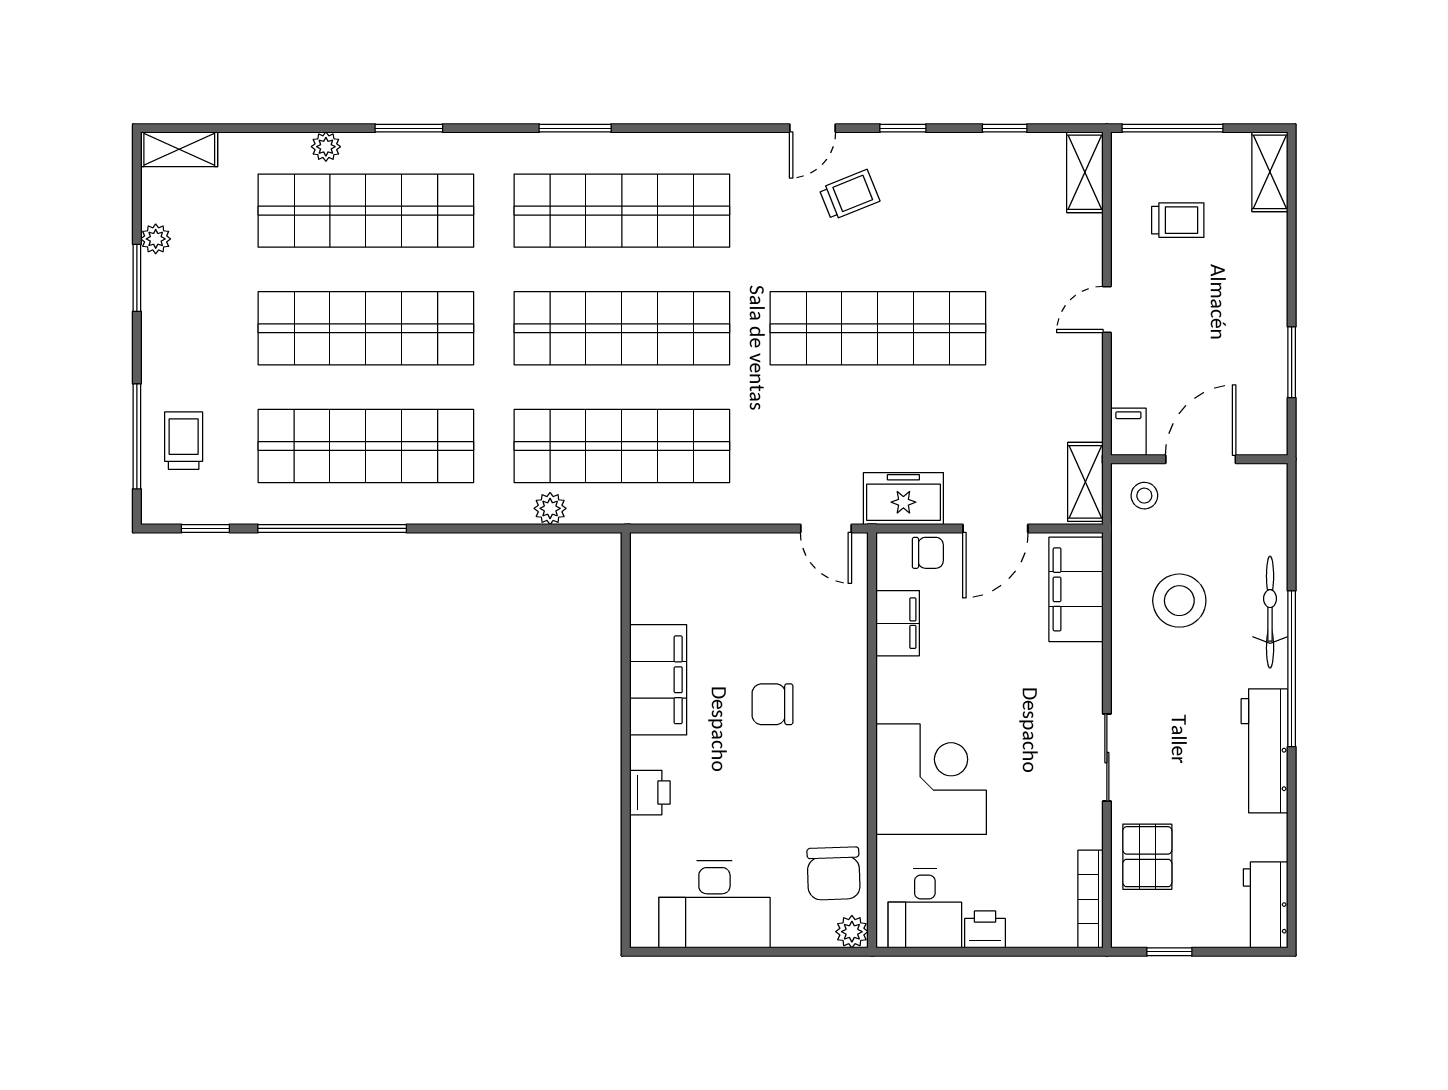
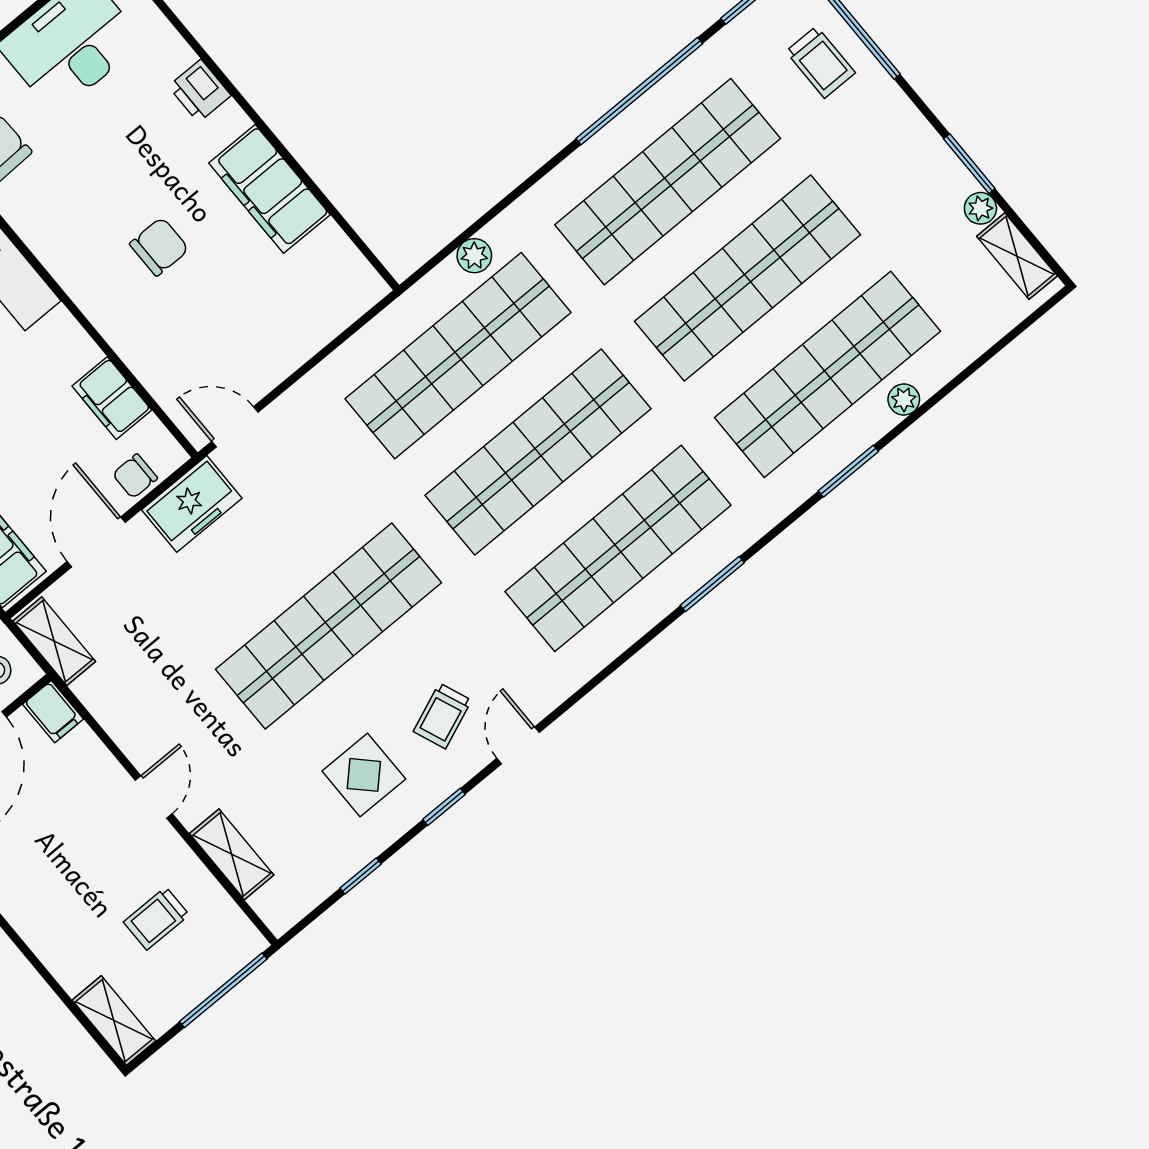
shelving: (179, 149) -> (1017, 256), moved, turned 90
shelving: (1085, 172) -> (232, 854), moved
display table: (942, 199) -> (364, 775), added

